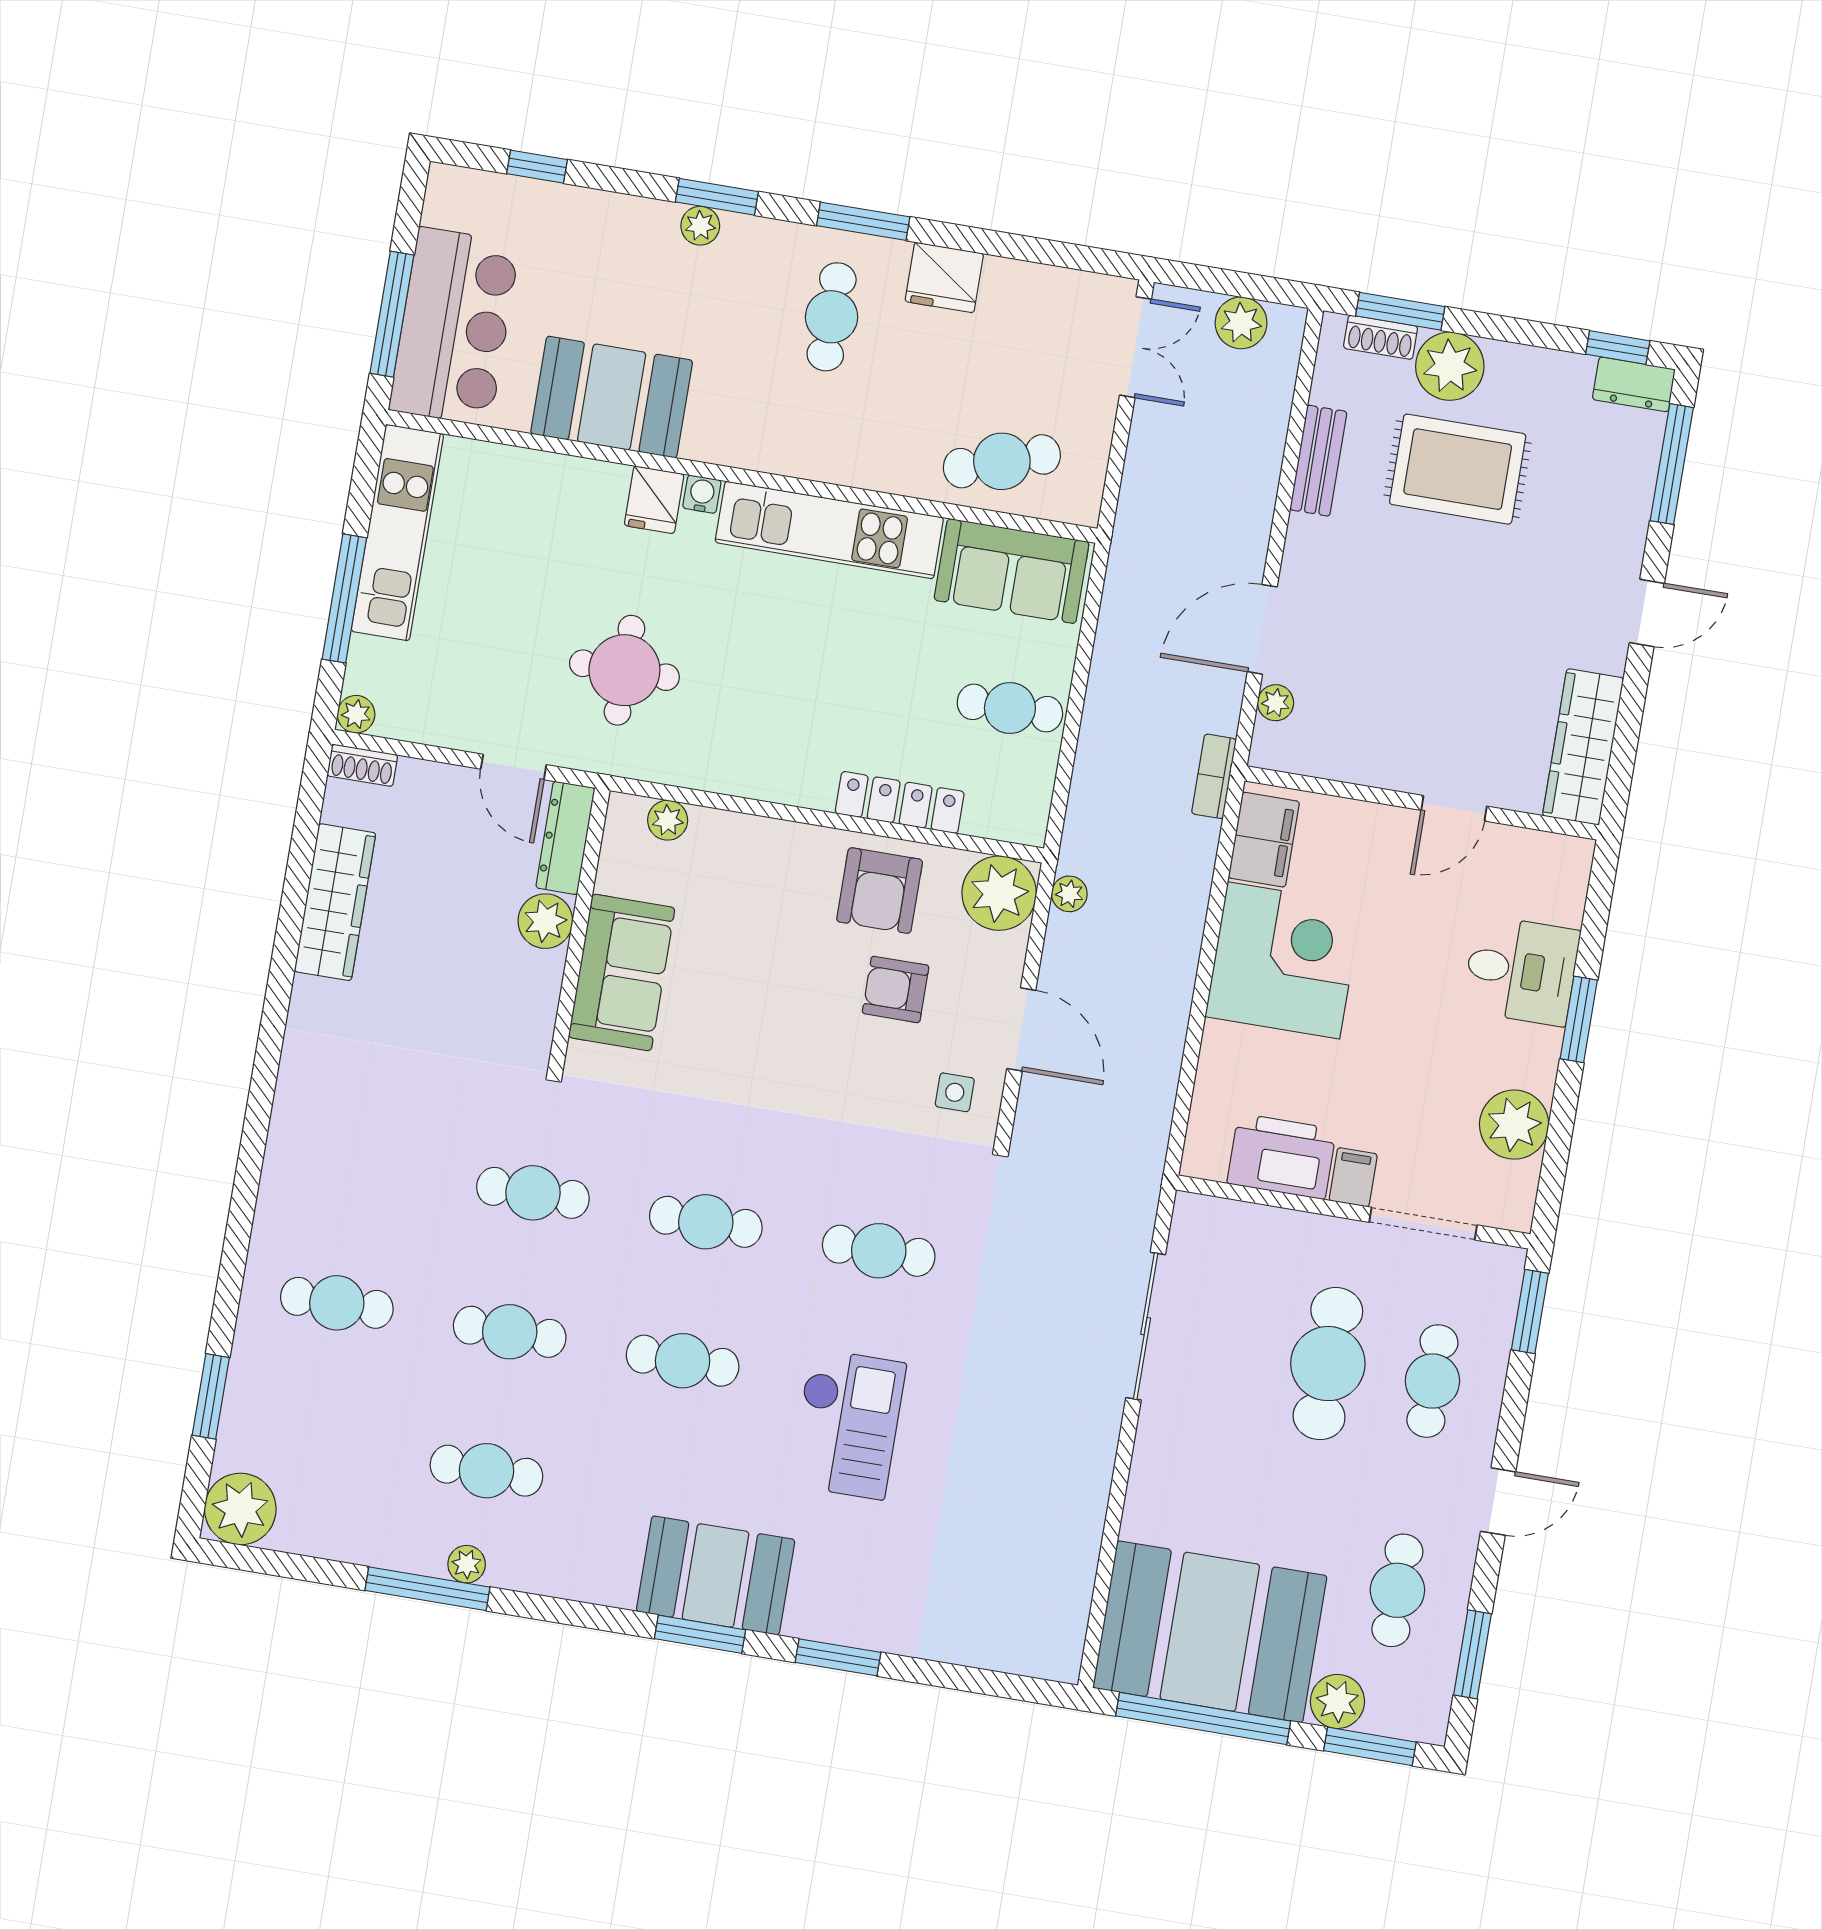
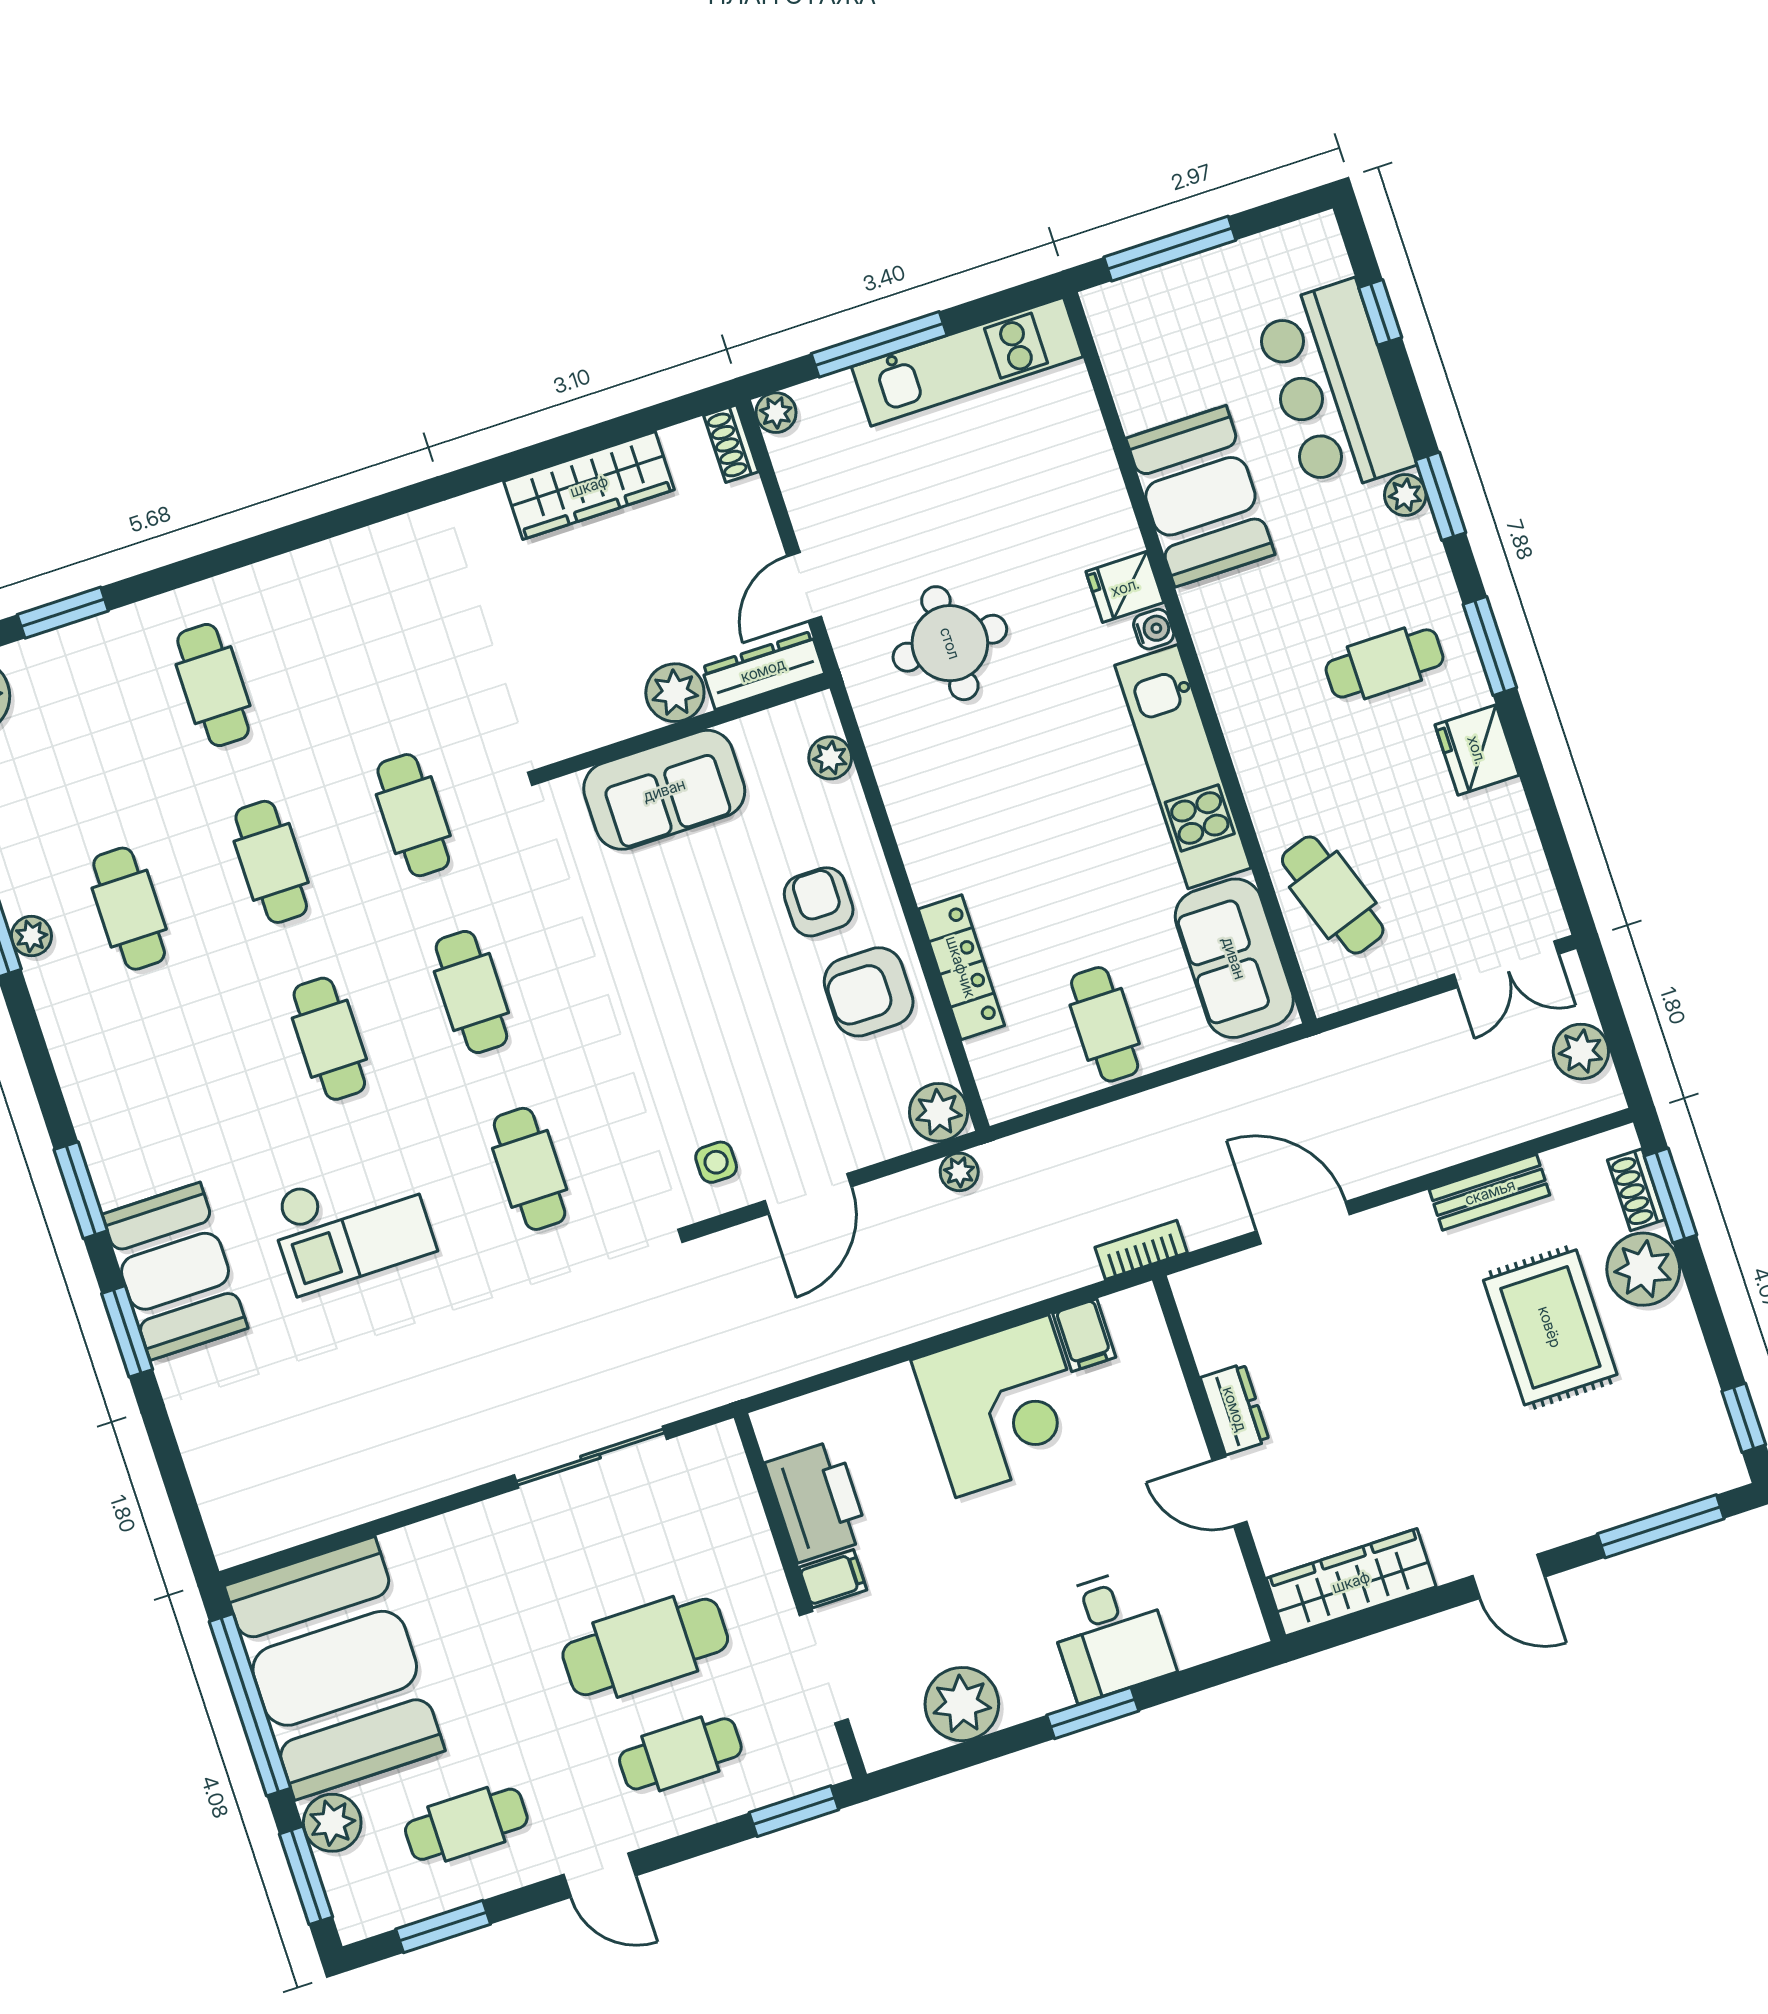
bar counter: (454, 327) -> (1334, 388), moved, turned 90
dresser: (1634, 384) -> (1235, 1409), moved, turned 180
plant: (1276, 703) -> (1241, 1271), removed
filing cabinet: (1264, 840) -> (1084, 1335), width x0.50
plant: (999, 893) -> (939, 1112), width x0.73, depth x0.73
armchair: (896, 989) -> (819, 902), moved
booth: (716, 1575) -> (175, 1271), moved

